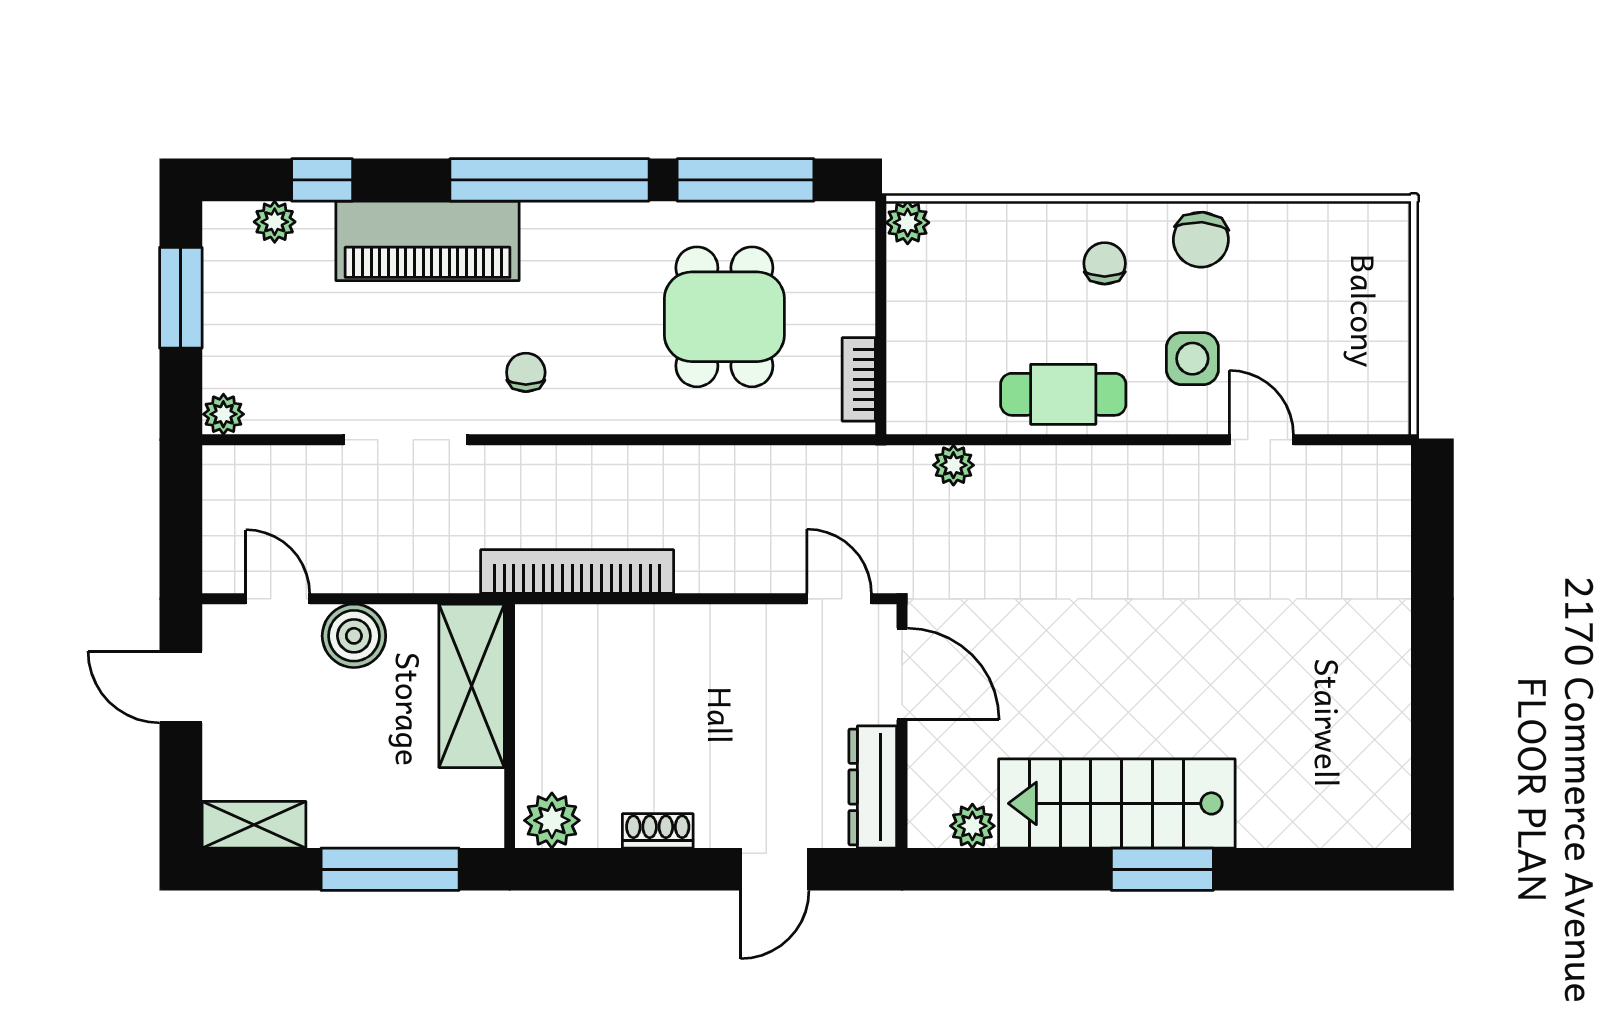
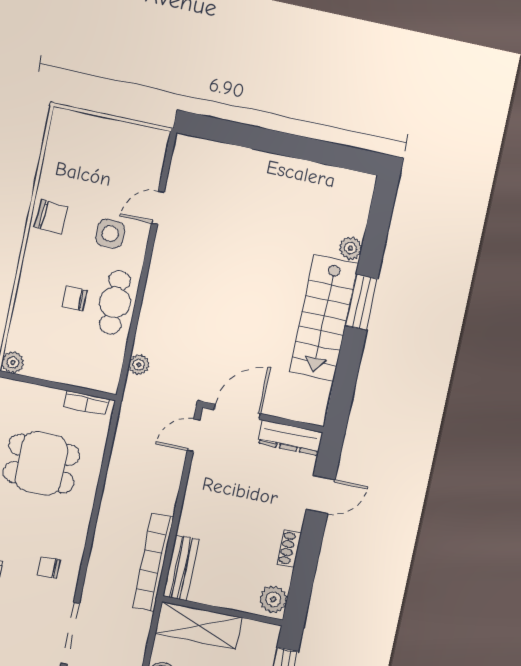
chair: (1105, 263) -> (74, 298), moved
bench: (577, 628) -> (181, 568), added
plant: (972, 826) -> (351, 248), moved
door: (775, 869) -> (321, 495), hinge flipped

